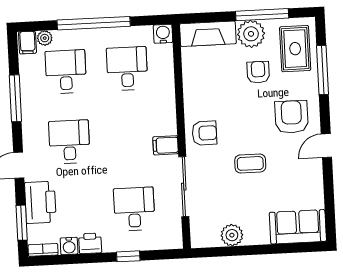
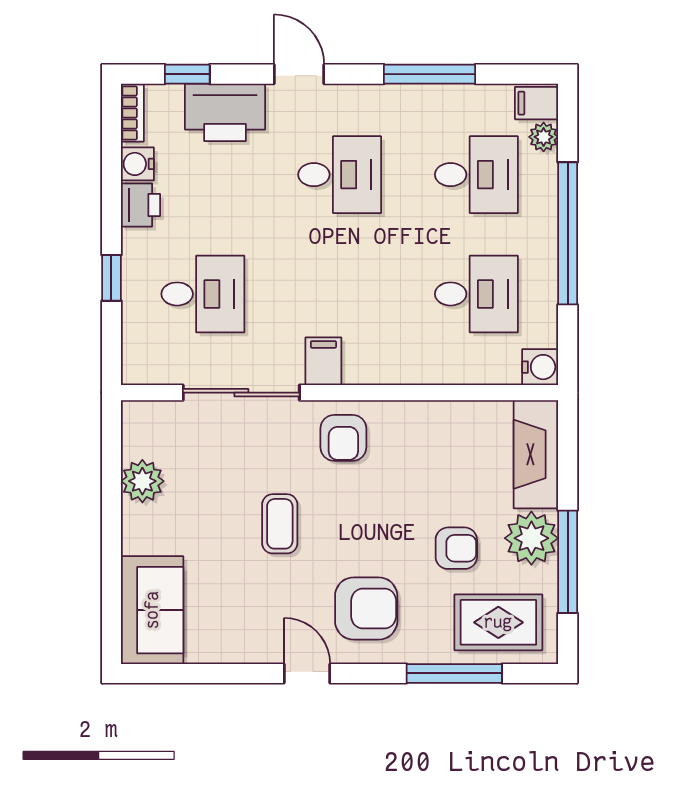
window: (22, 223) -> (187, 74), width x0.67

